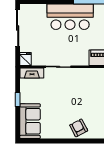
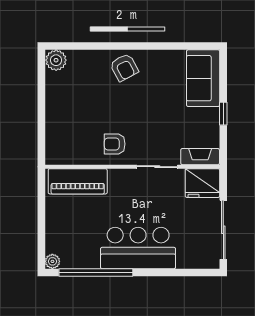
fridge: (26, 59) -> (202, 183), width x1.88, depth x1.34
armchair: (84, 81) -> (115, 144), added

